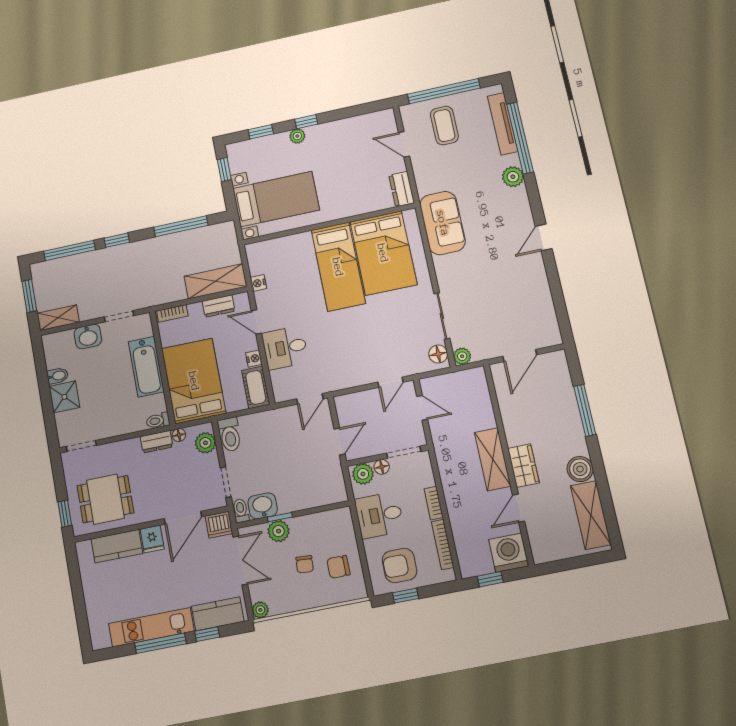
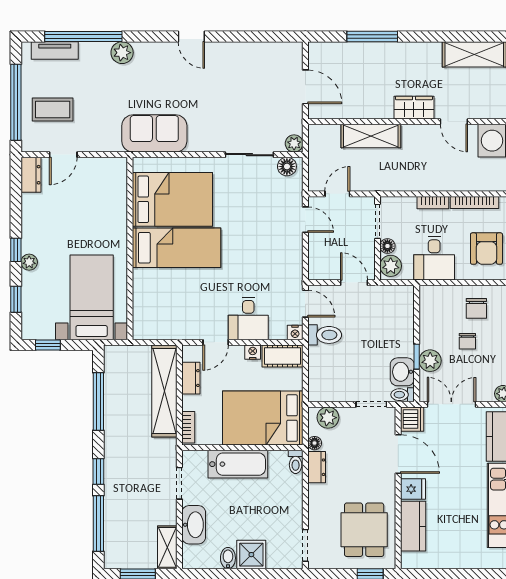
tv unit: (503, 124) -> (55, 51), width x0.71
dresser: (402, 189) -> (31, 175), moved, turned -90
shelving: (216, 281) -> (164, 391), width x1.47
nightstand: (258, 283) -> (295, 333), moved
washbasin: (88, 337) -> (194, 525), width x1.38
toilet: (230, 435) -> (325, 335), moved
shelving: (493, 459) -> (371, 136), moved
boiler: (580, 469) -> (428, 54), removed
chair: (305, 564) -> (467, 341), turned 86

